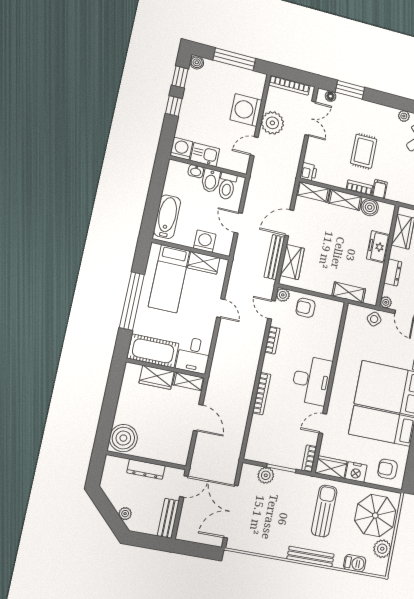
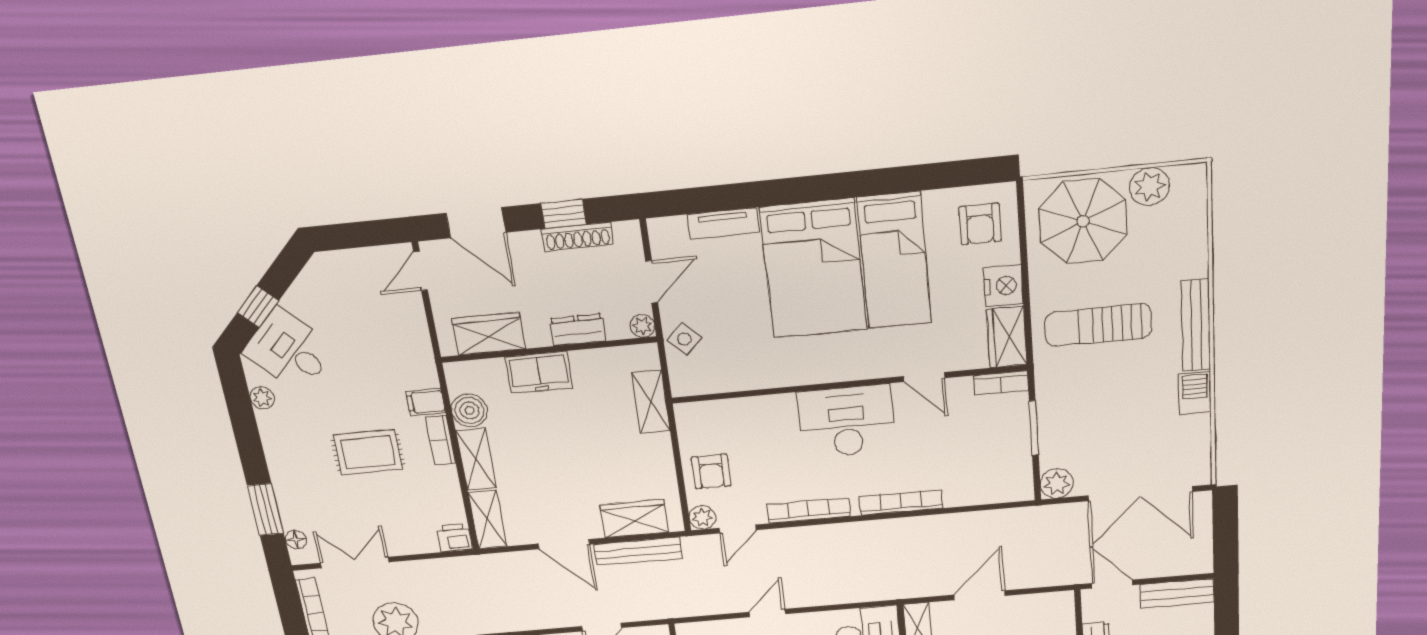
bookcase: (272, 340) -> (809, 511), width x1.56
plant: (266, 475) -> (1057, 484), moved
barbecue: (355, 563) -> (1195, 393), moved

